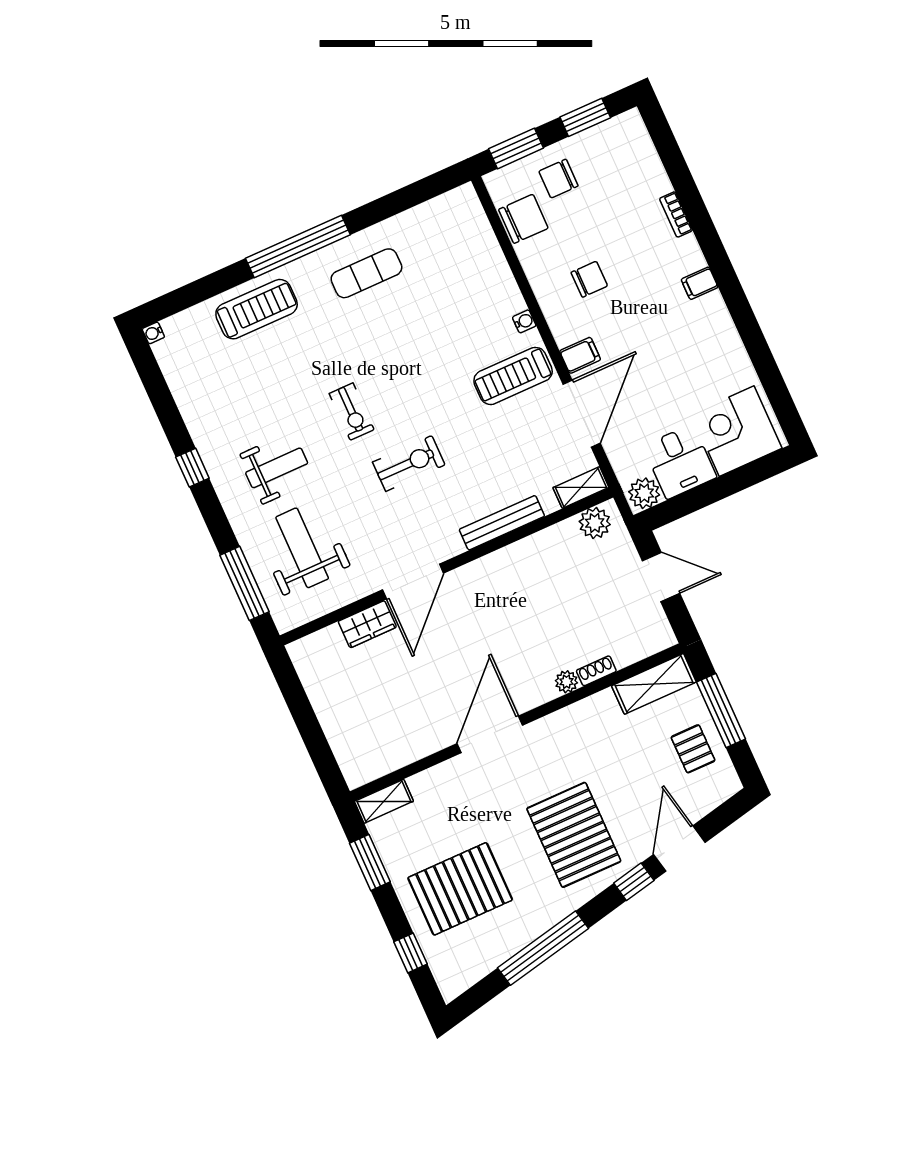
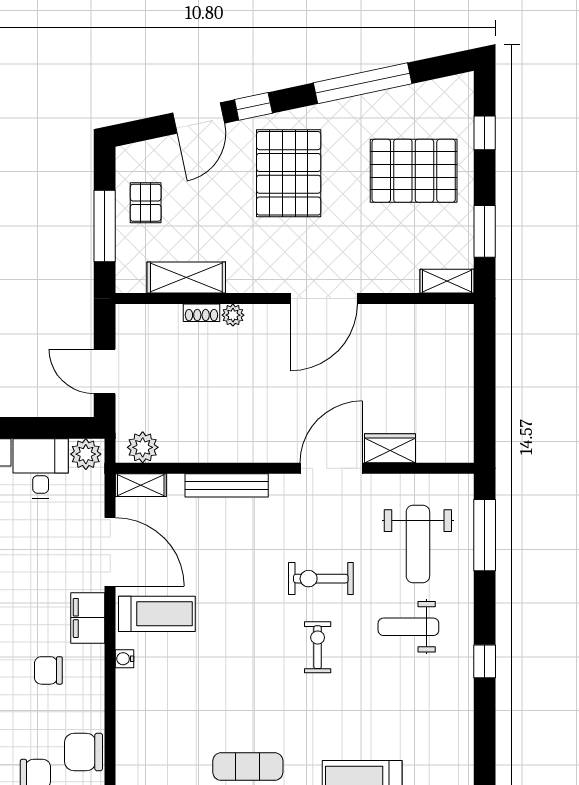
filing cabinet: (580, 355) -> (88, 618), width x2.00
door: (582, 414) -> (110, 552), swing flipped
exercise bike: (409, 463) -> (321, 579), moved
shelving: (654, 684) -> (186, 277), moved

